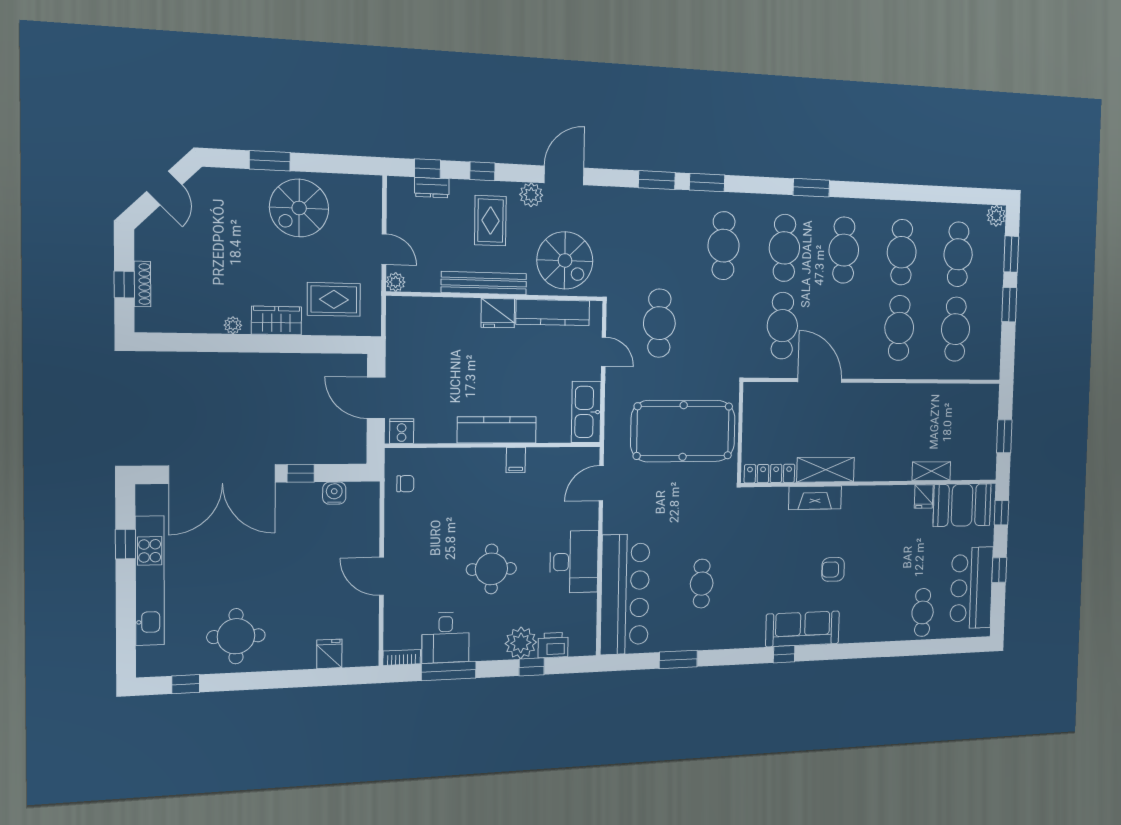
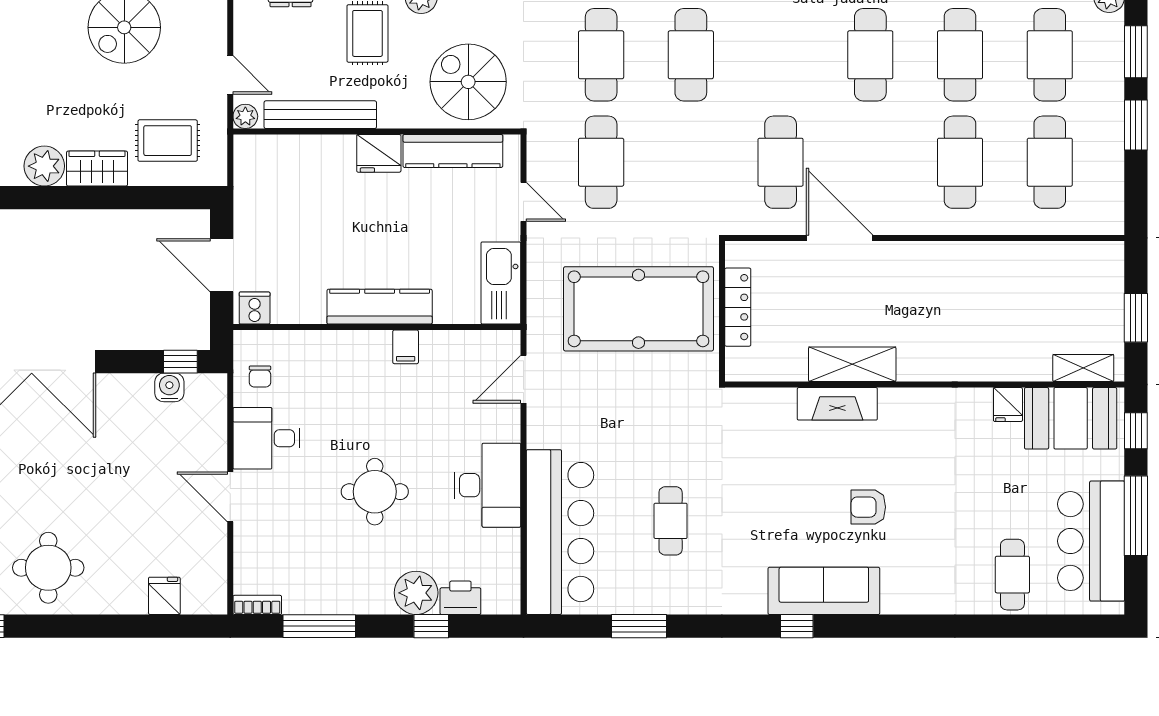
cafe table: (784, 248) -> (601, 55), moved
spiral stairs: (565, 260) -> (468, 82), turned 180
bench: (484, 283) -> (320, 115), moved
plant: (233, 325) -> (44, 166), width x1.88, depth x1.88
shelving: (931, 471) -> (1083, 368), moved
window: (301, 473) -> (180, 362), moved
locker: (770, 474) -> (738, 307), moved, turned 90
chair: (405, 484) -> (260, 377), turned 90
window: (999, 570) -> (1136, 516), width x2.17
desk: (446, 638) -> (266, 438), moved, turned 90

